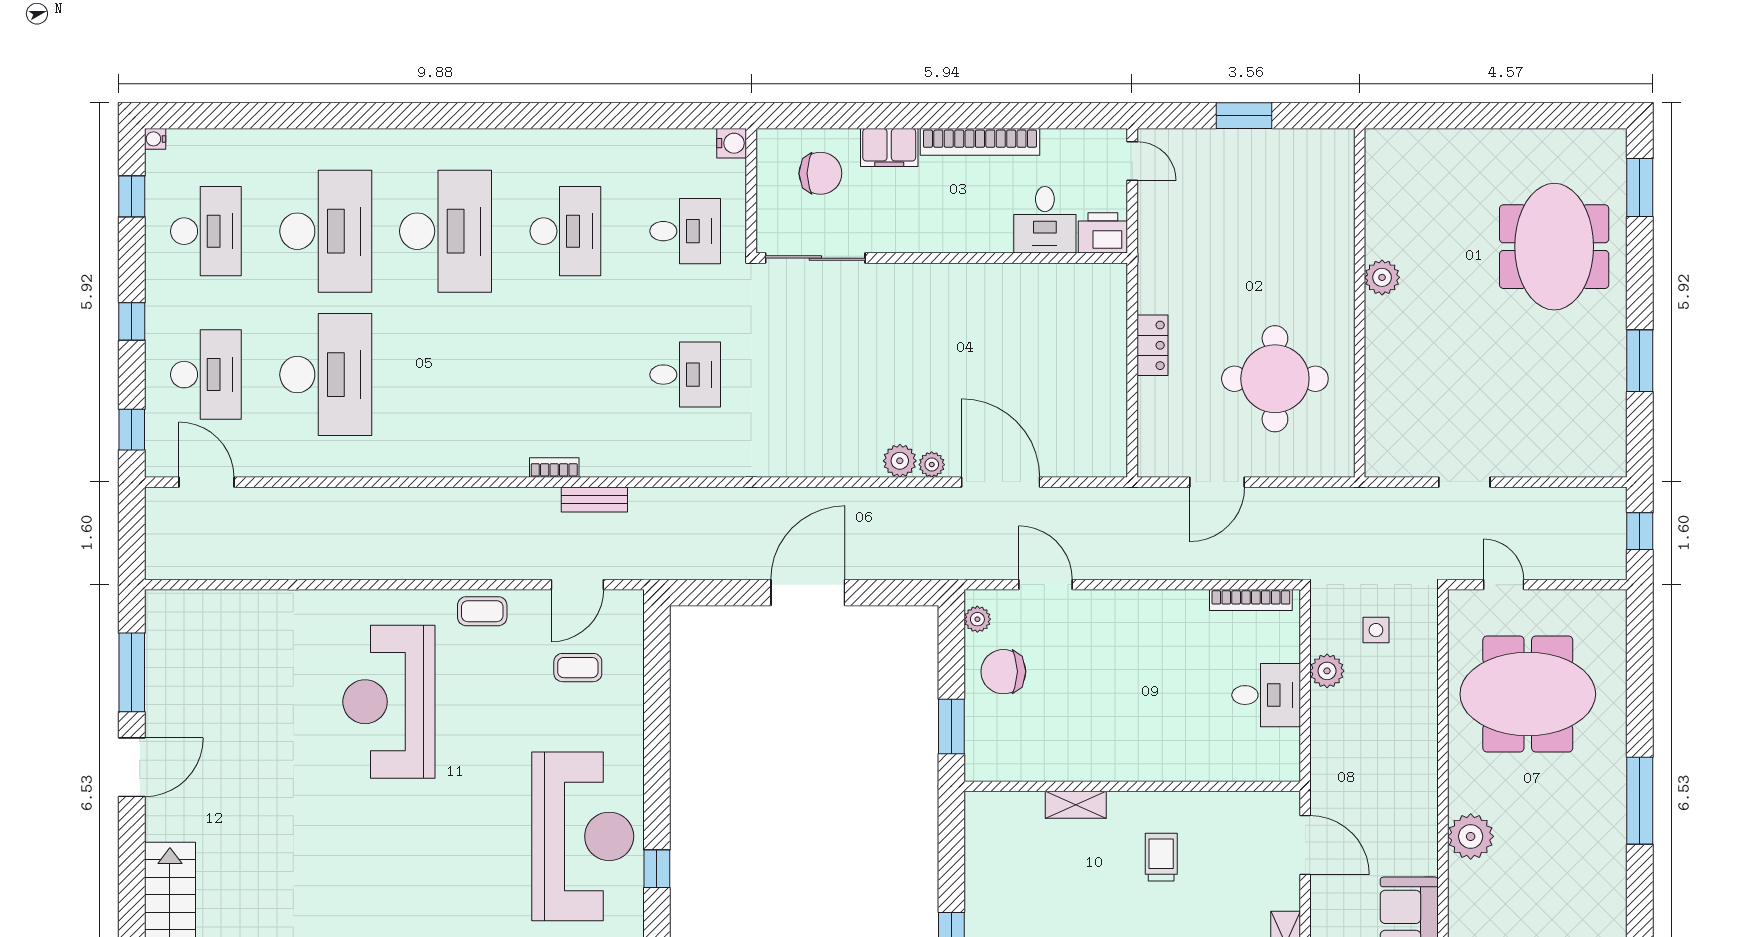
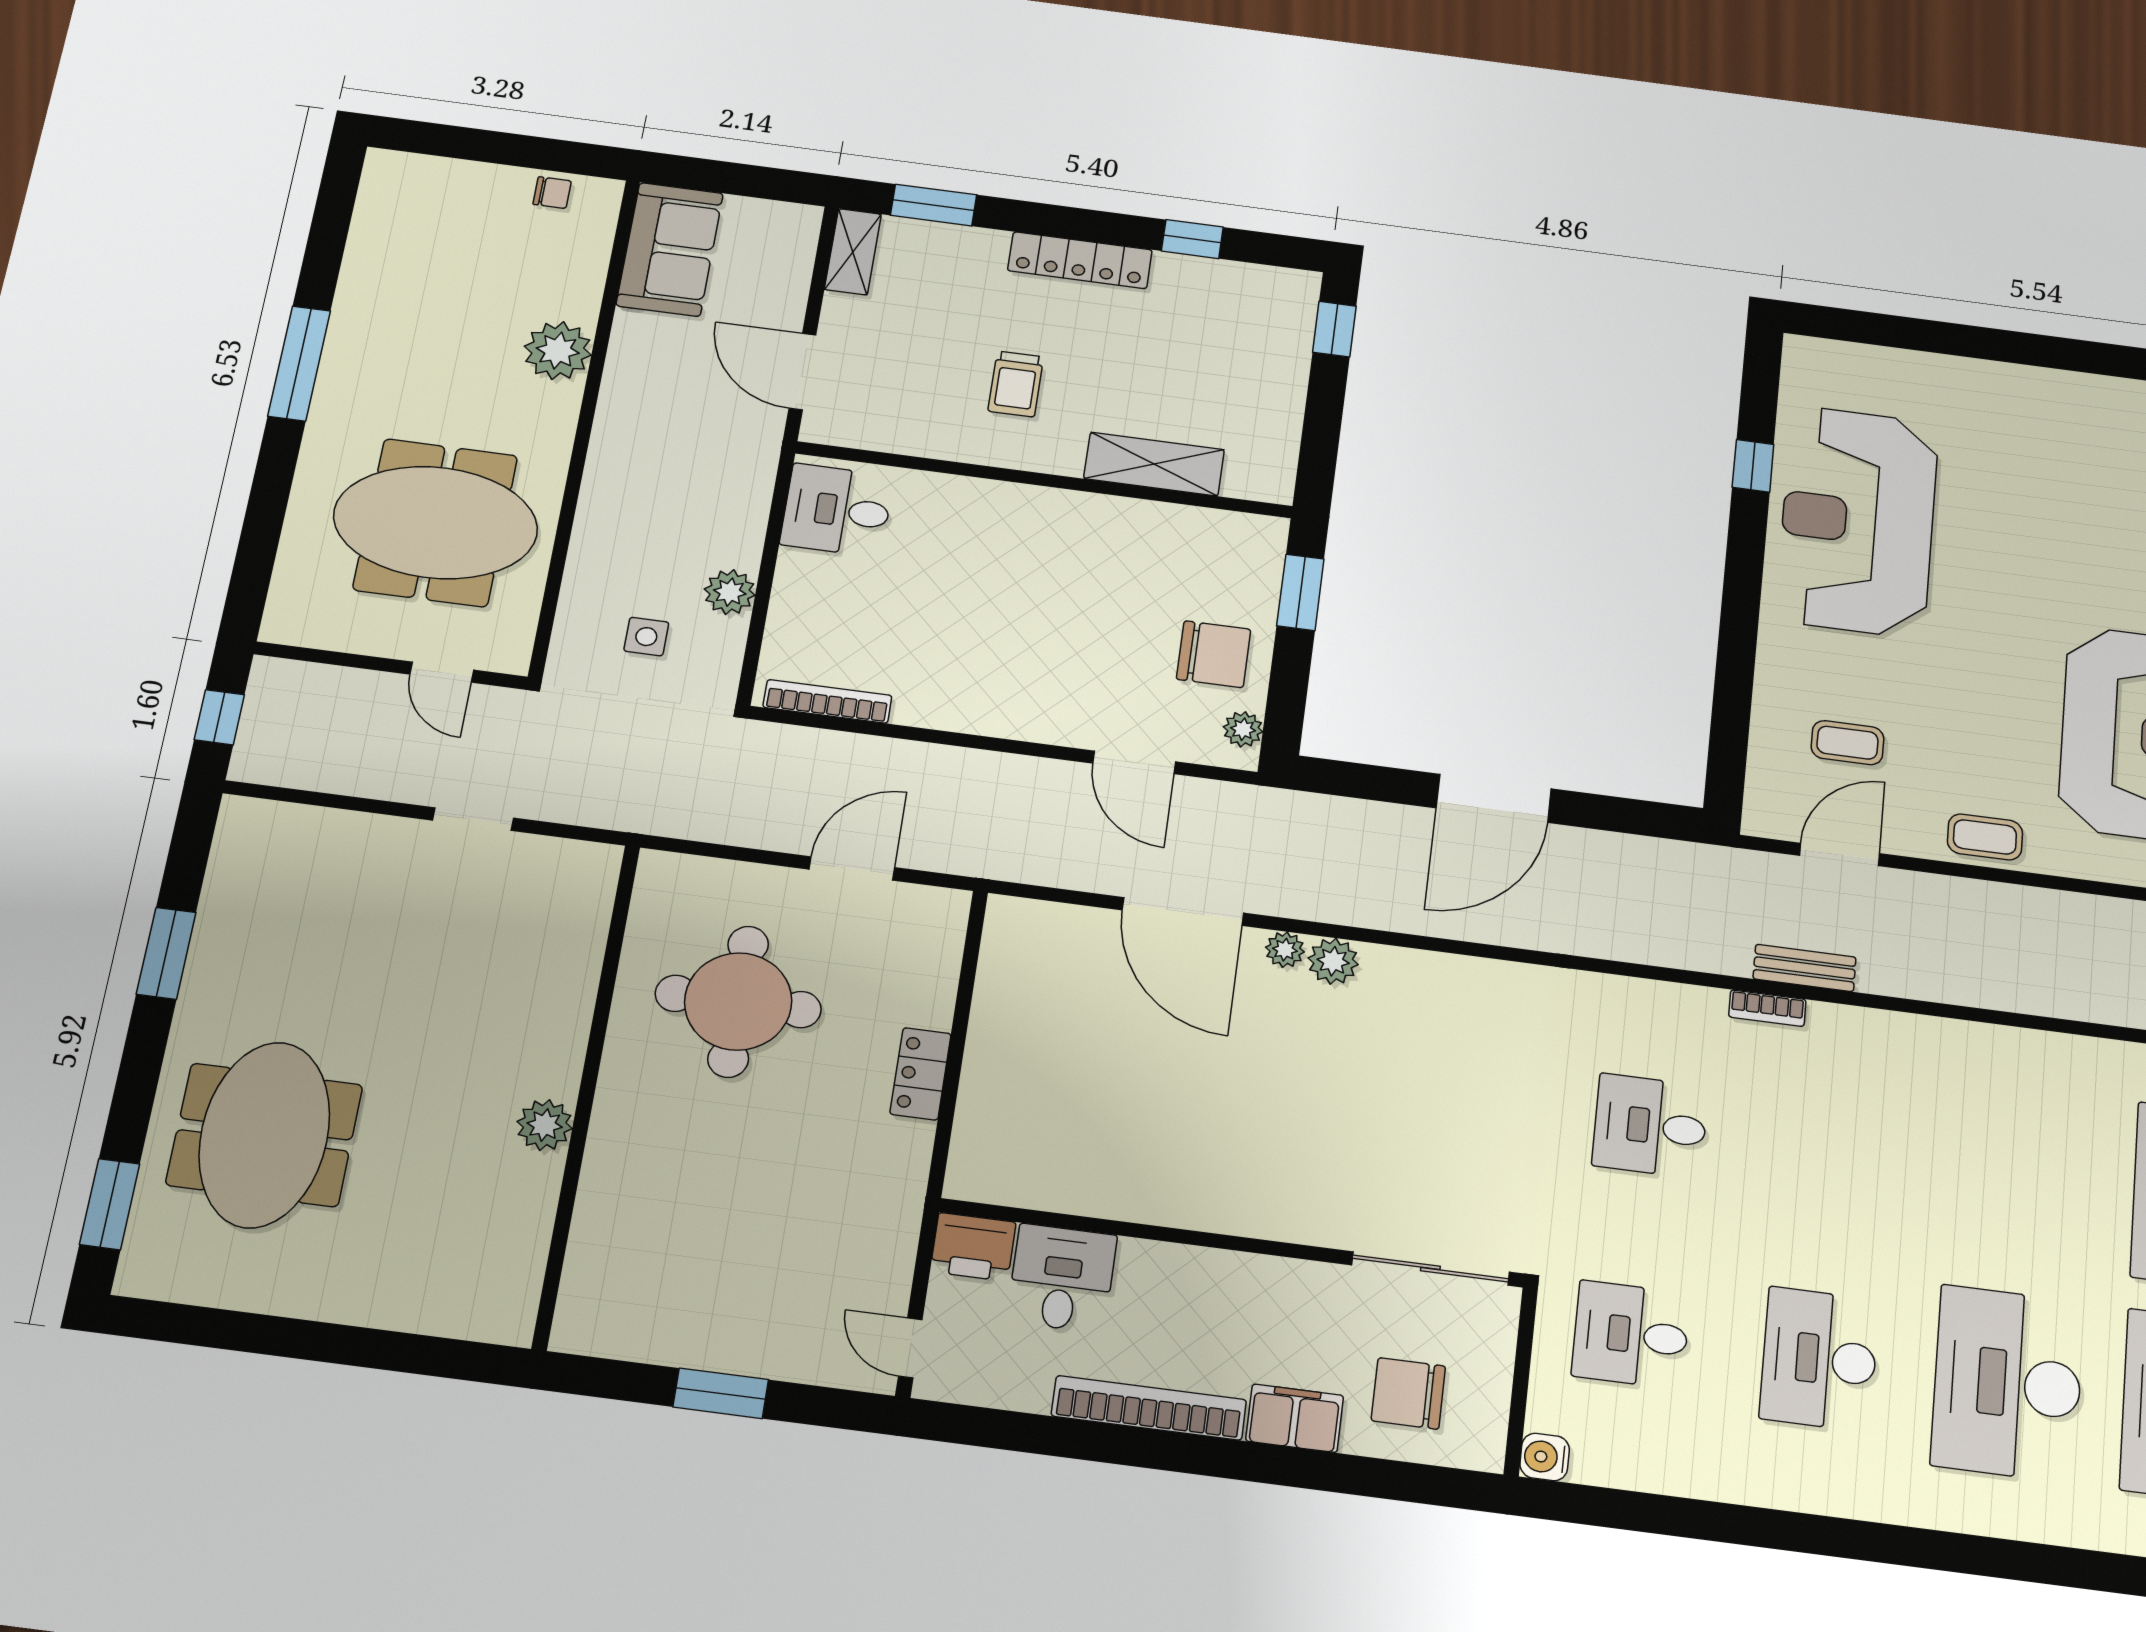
bookcase: (554, 467) -> (1767, 1008), moved
desk: (1266, 695) -> (837, 510), moved
shelving: (1076, 805) -> (1154, 464), width x1.50, depth x1.33

